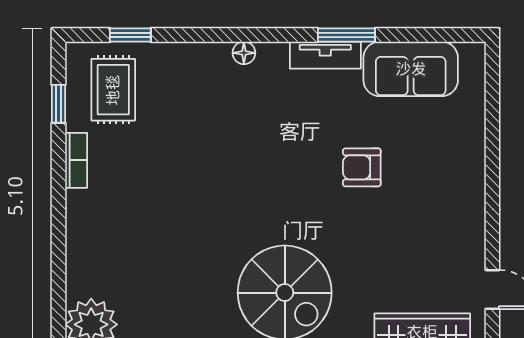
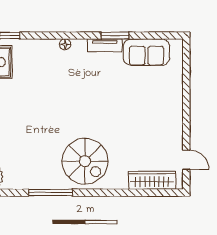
armchair: (362, 167) -> (123, 100), removed

